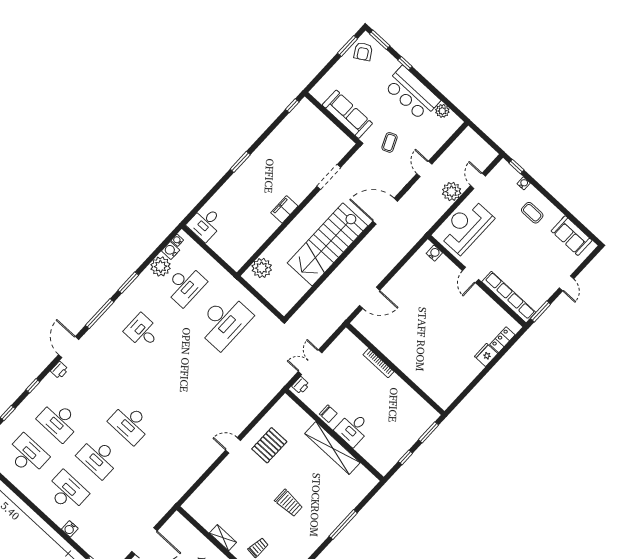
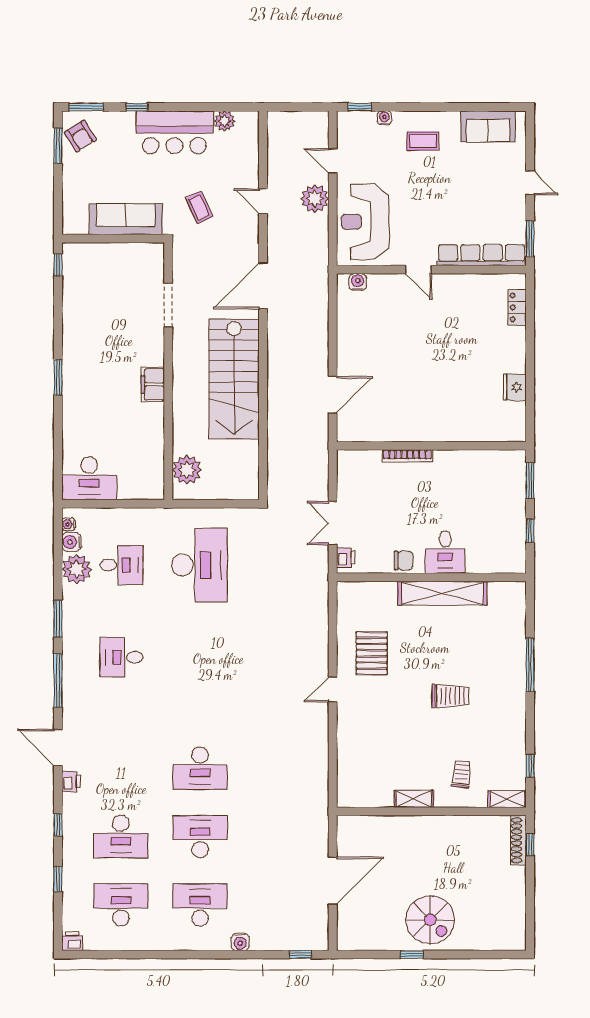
desk: (205, 223) -> (89, 478), width x1.37
desk: (185, 285) -> (122, 565), width x0.73
fridge: (486, 355) -> (515, 387), moved
desk: (98, 458) -> (200, 837), turned 180

